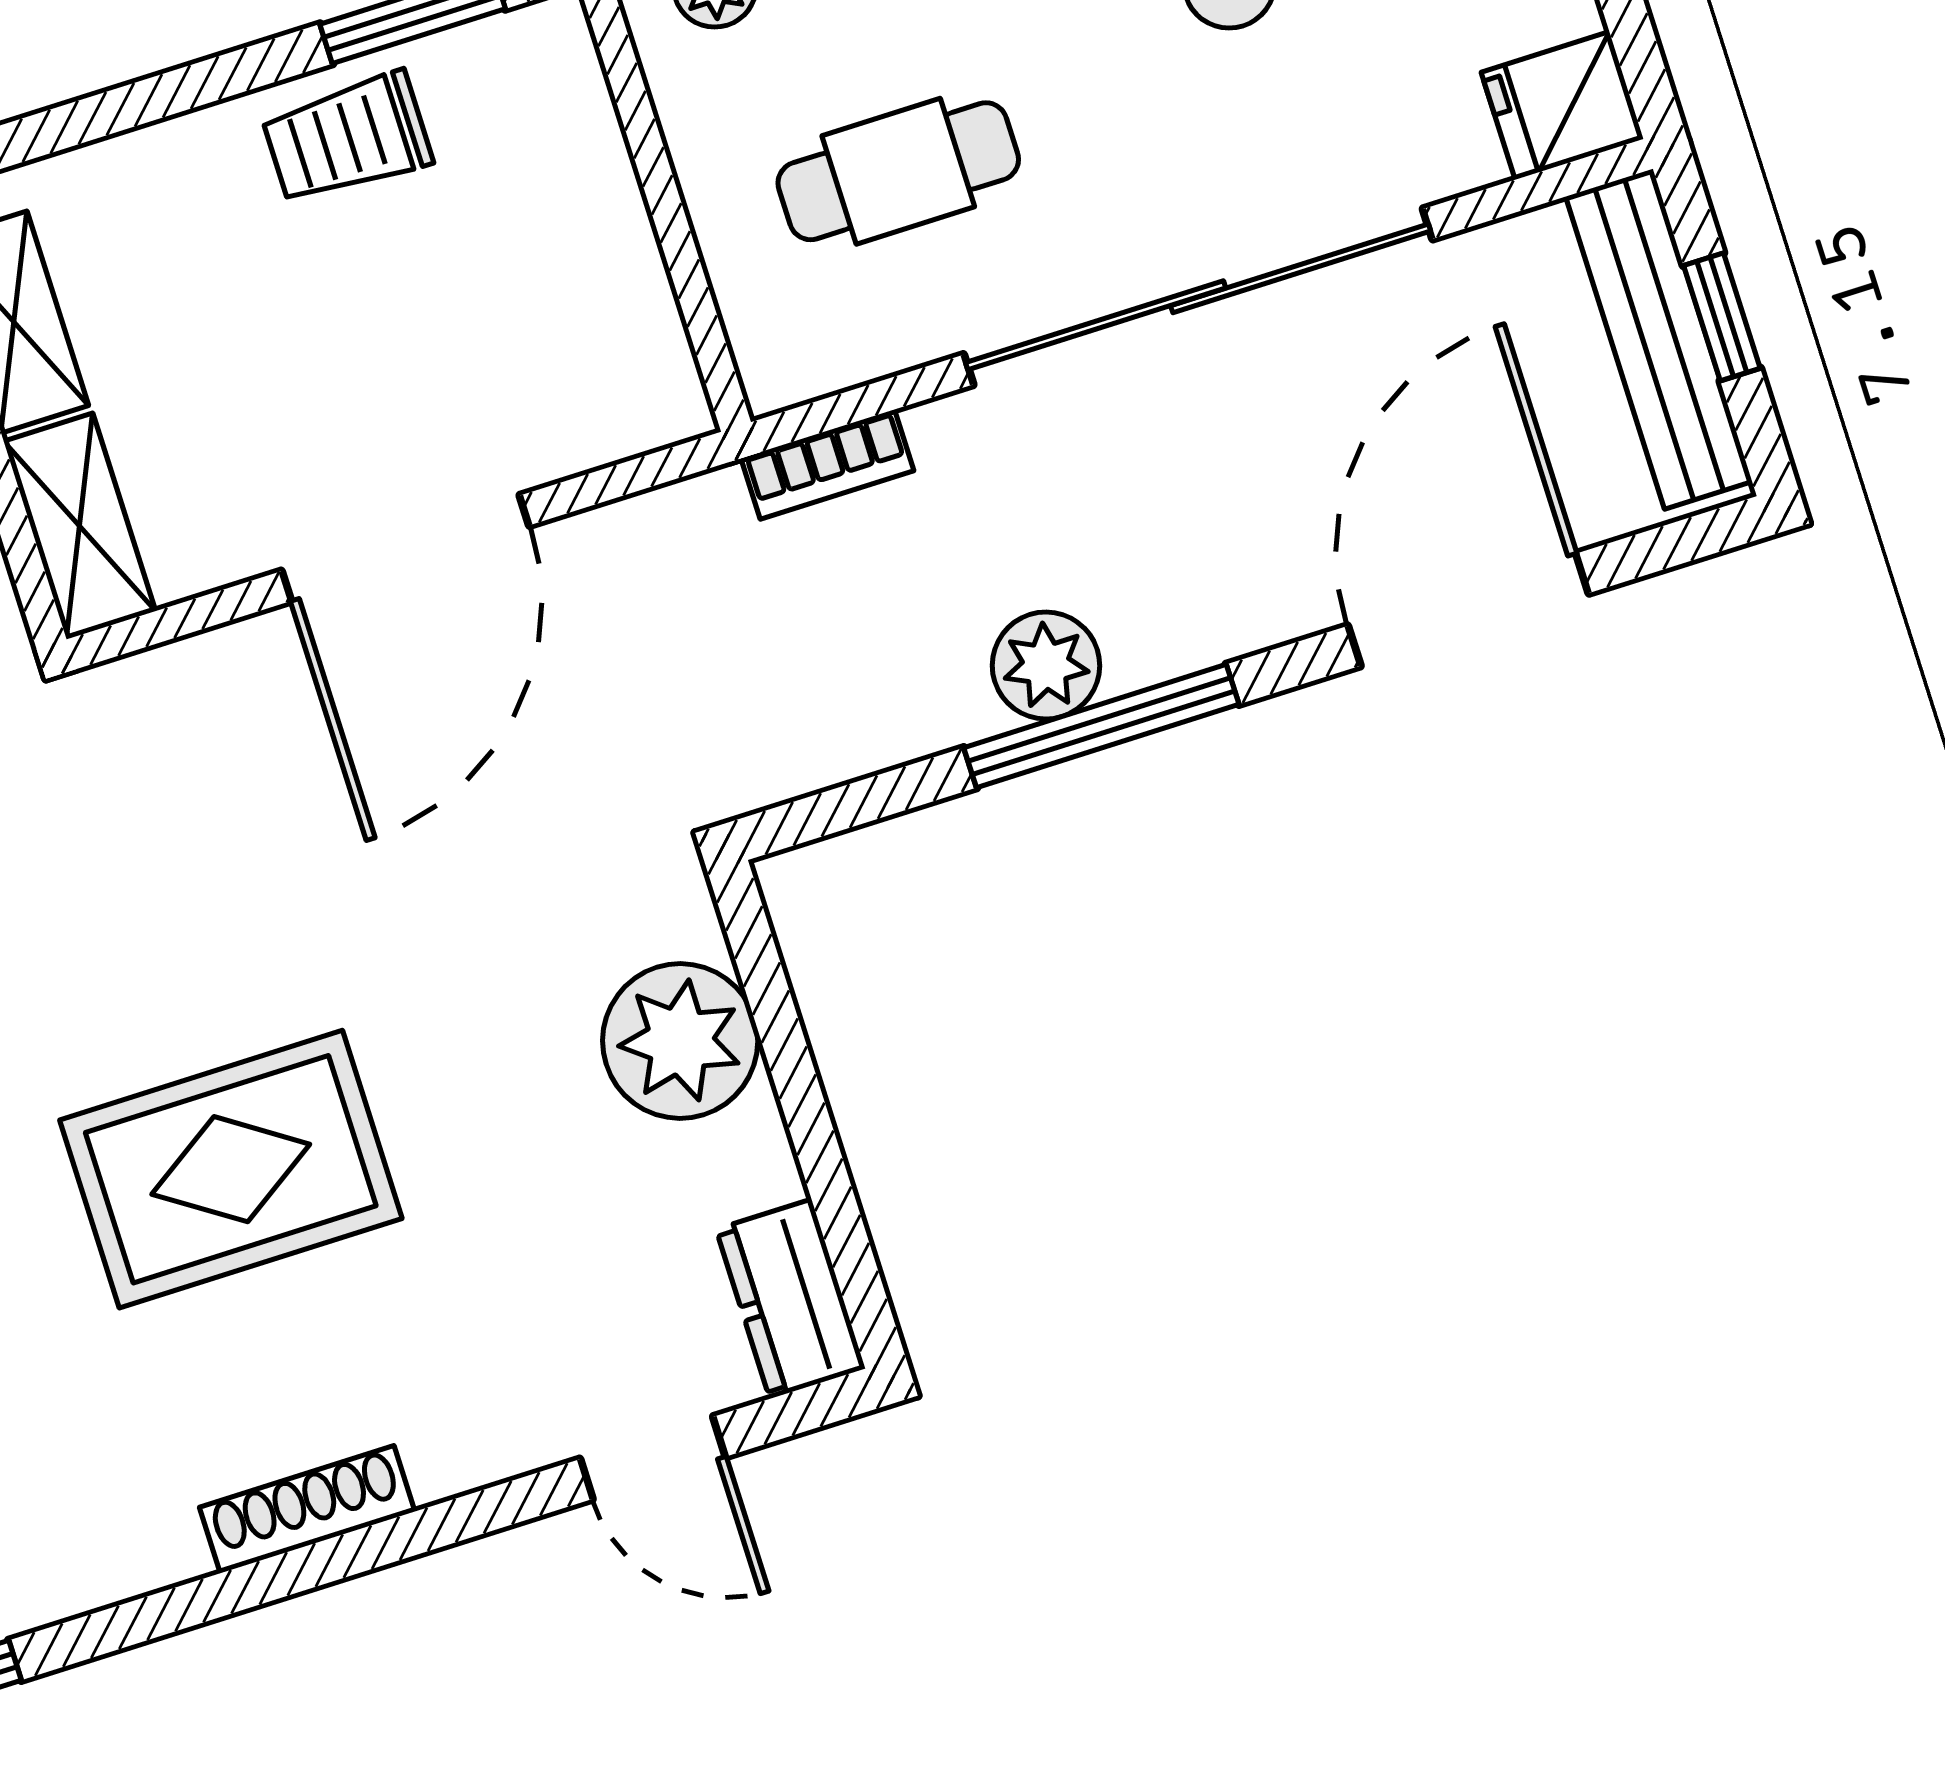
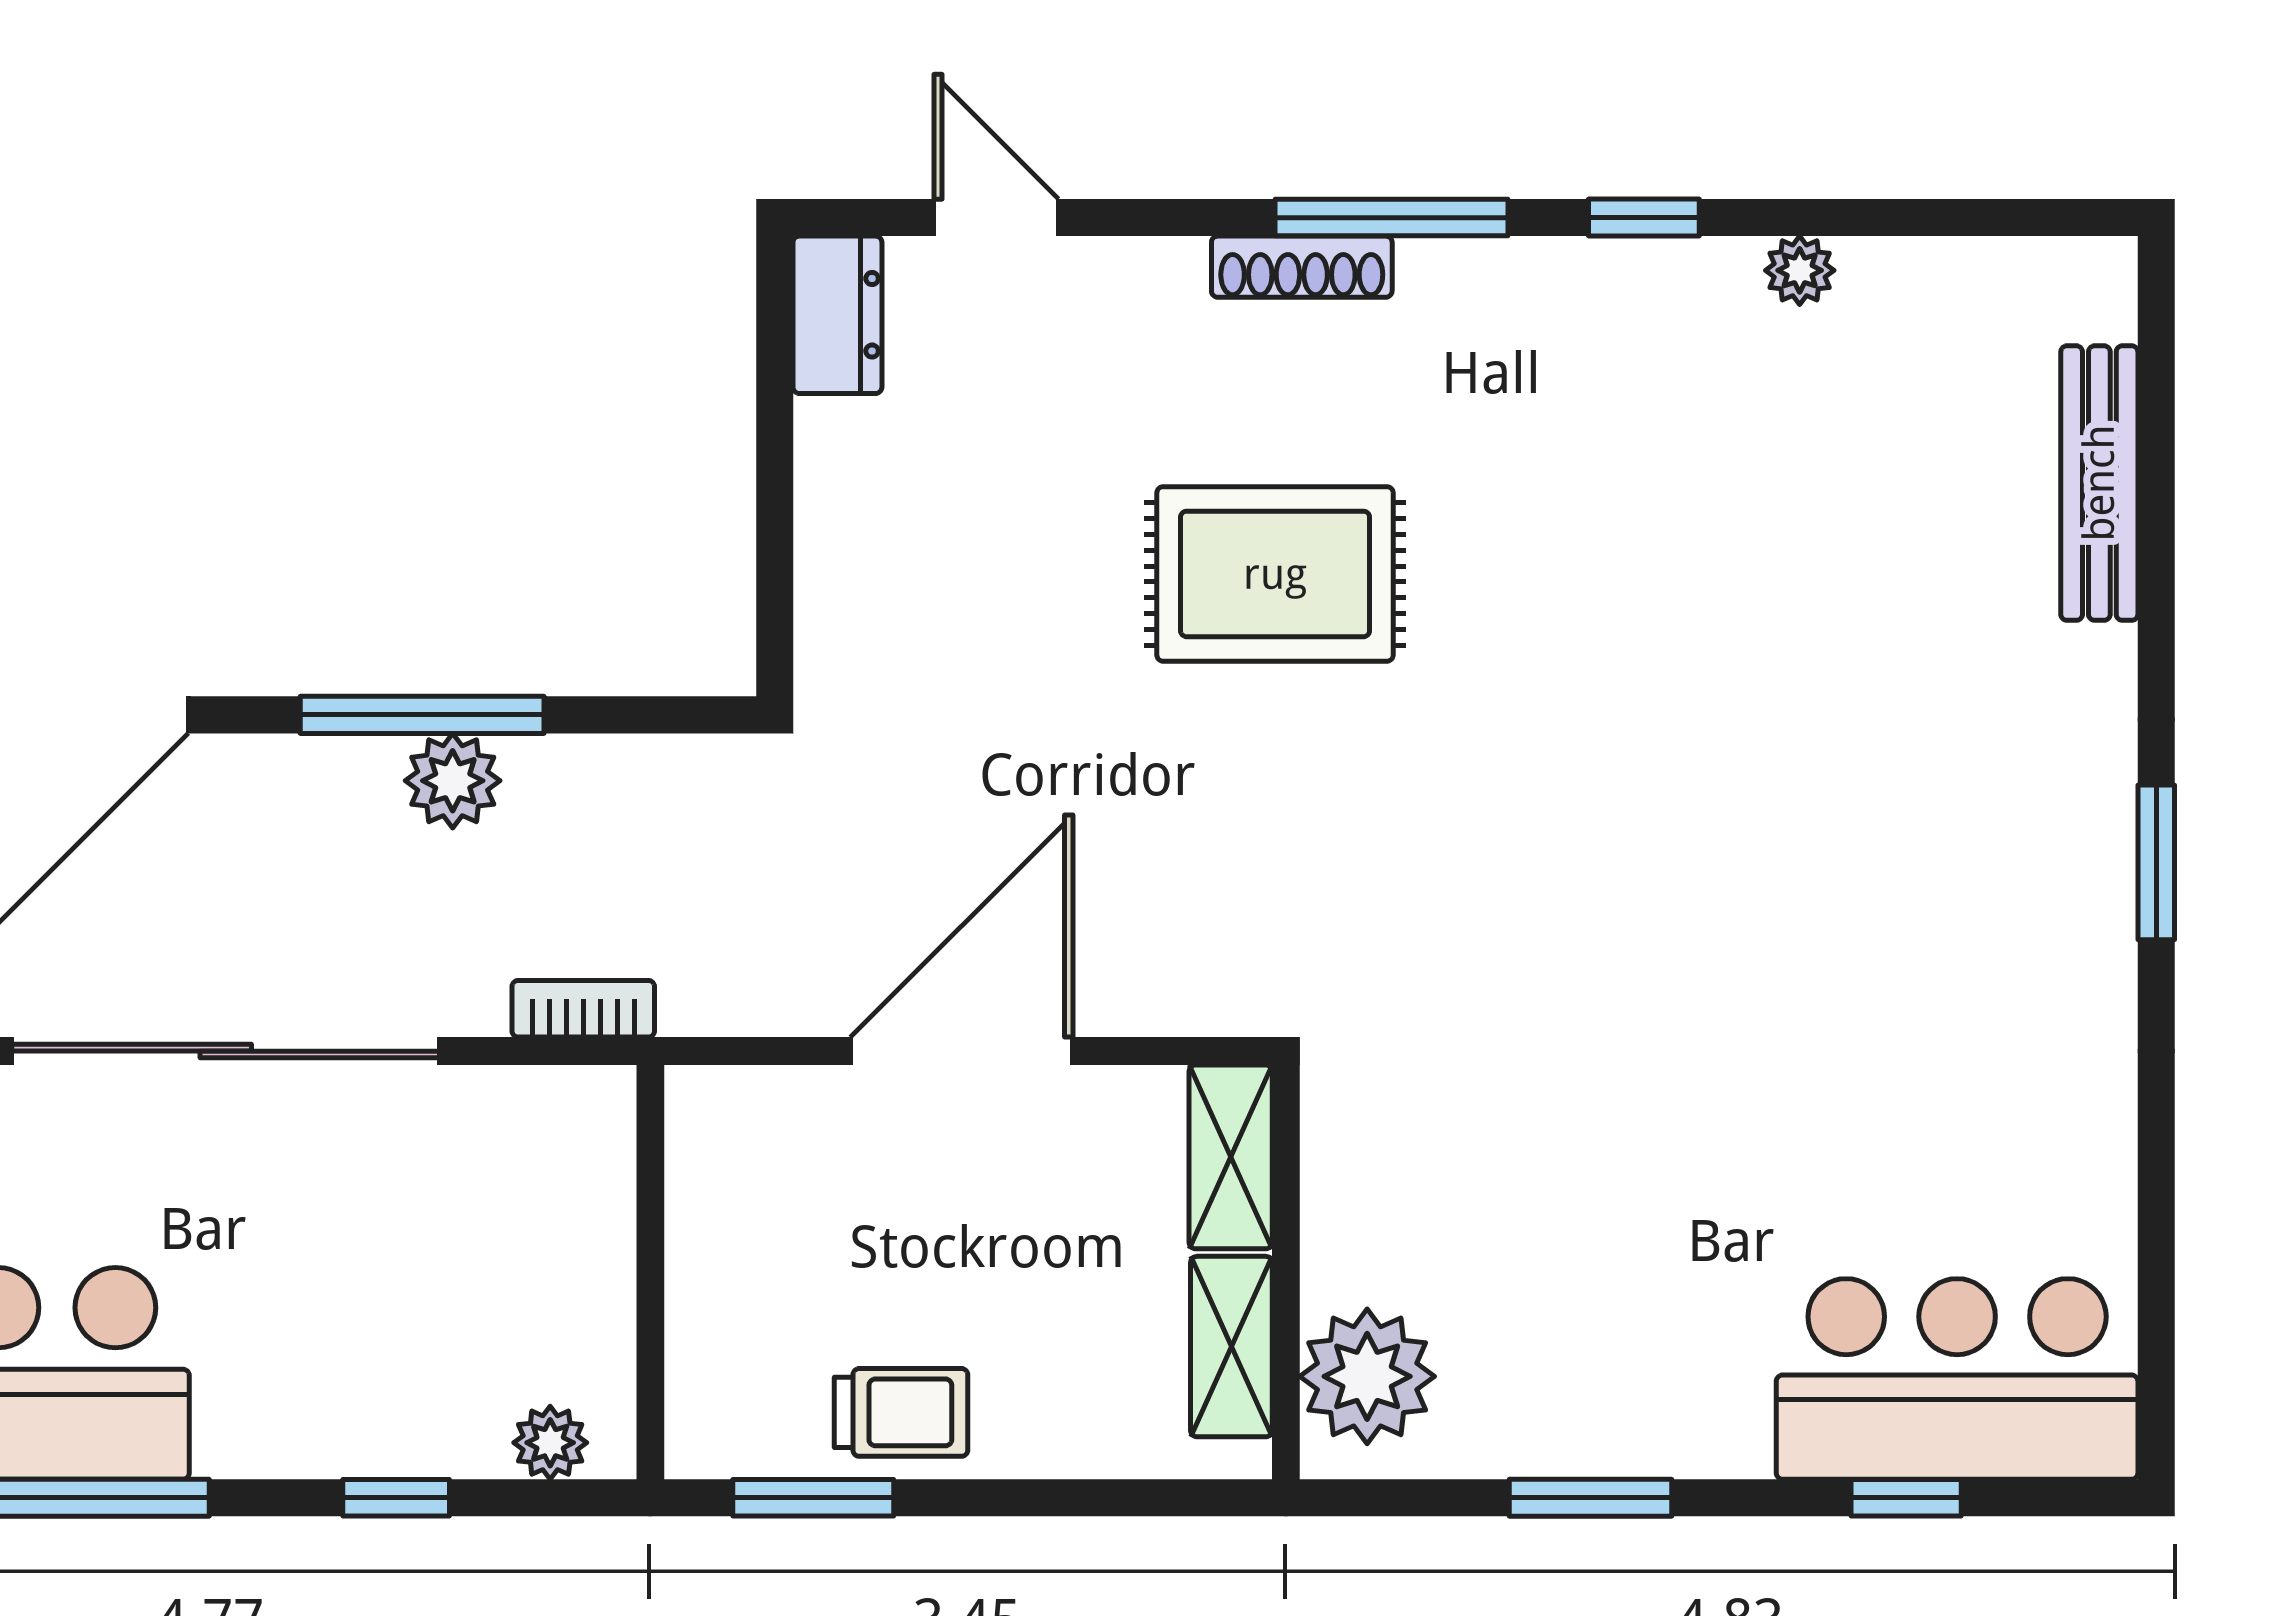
cafe table: (898, 171) -> (445, 1237), removed
plant: (680, 1041) -> (862, 562), removed
window: (227, 1593) -> (1391, 218), added

